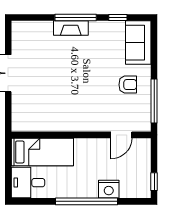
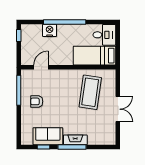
sofa: (138, 43) -> (48, 136), moved, turned -90
coffee table: (49, 98) -> (90, 92), added

